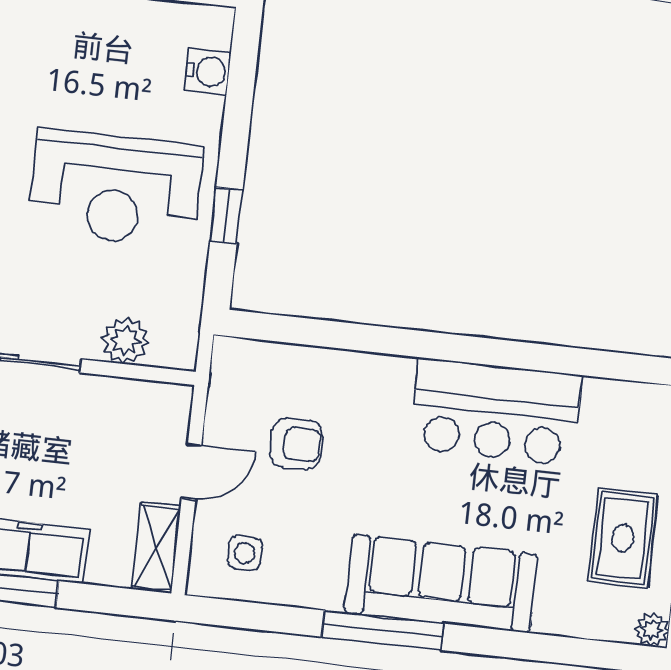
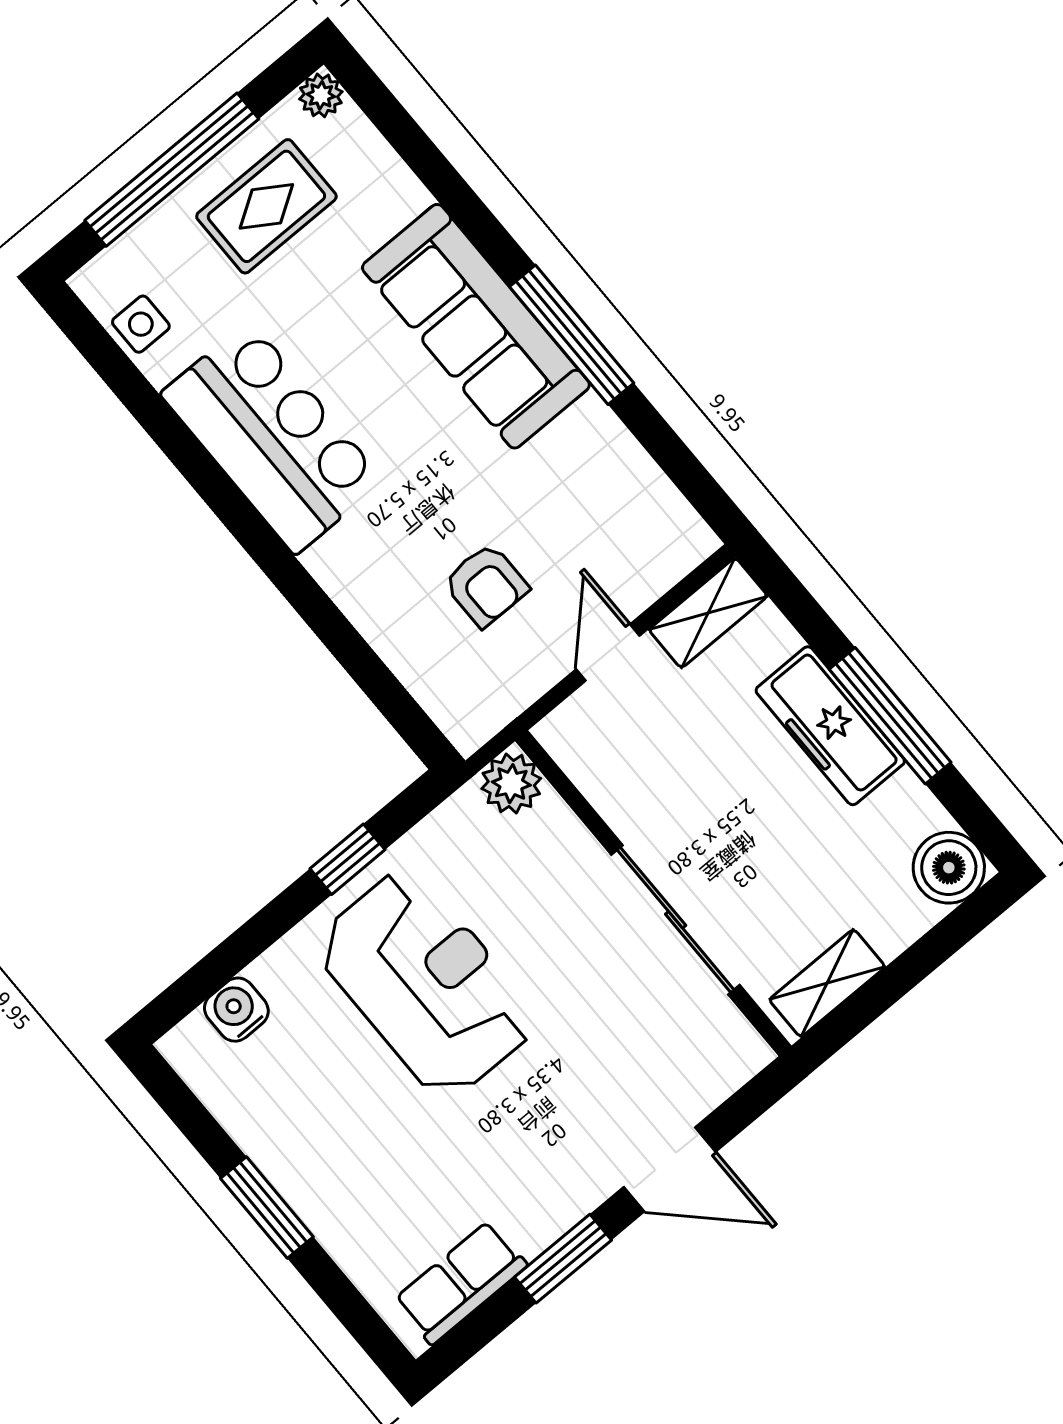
plant: (125, 341) -> (511, 784), moved
armchair: (296, 444) -> (486, 585), turned 180
door: (192, 472) -> (608, 652), hinge flipped
side table: (245, 553) -> (141, 324), moved

